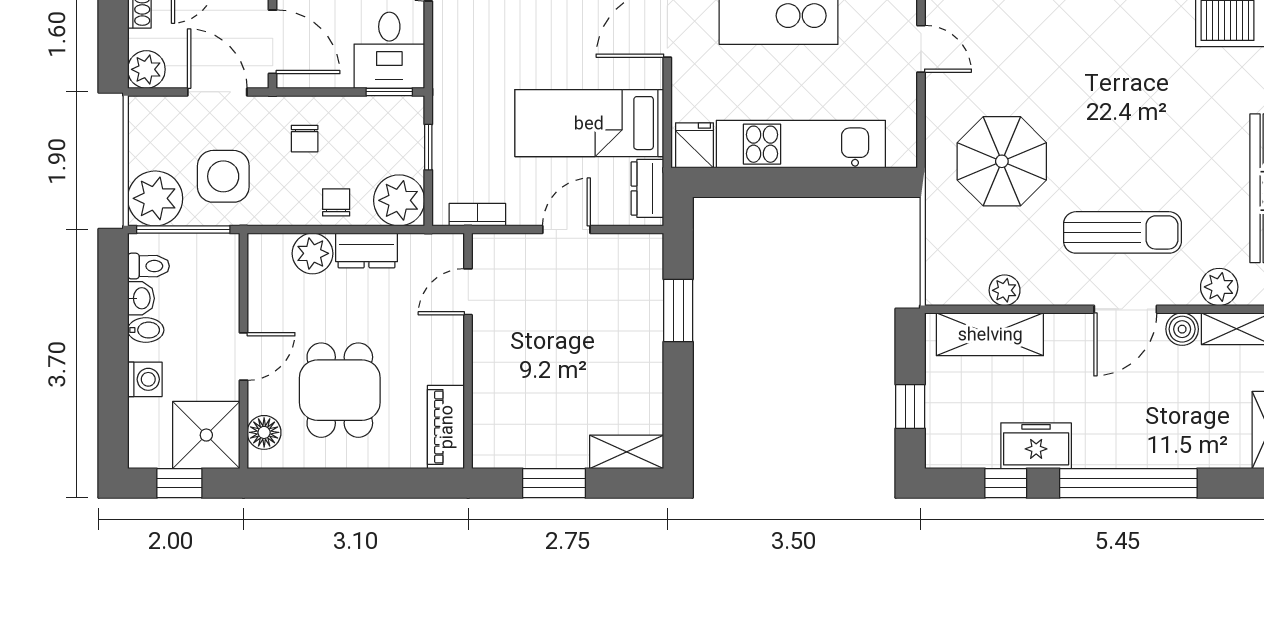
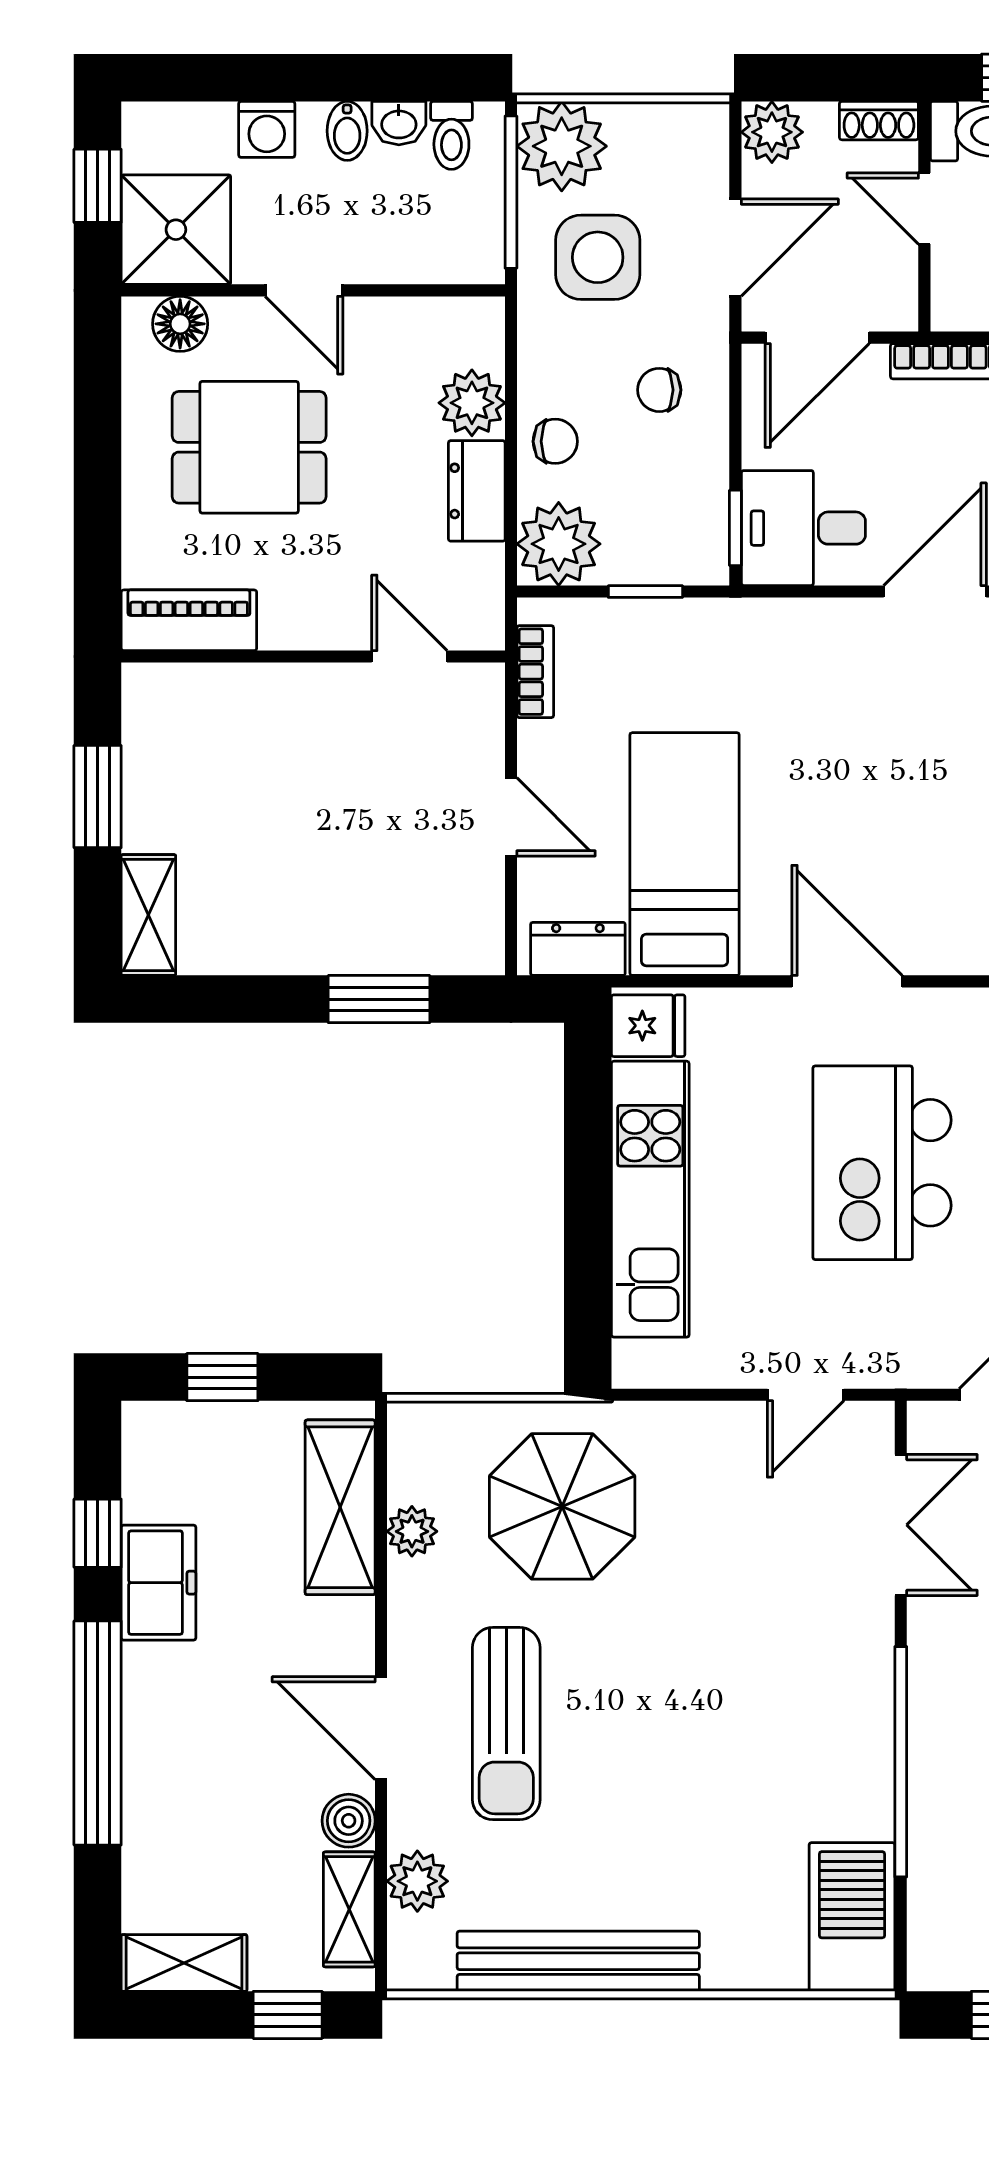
parasol: (1002, 161) -> (562, 1506), moved

